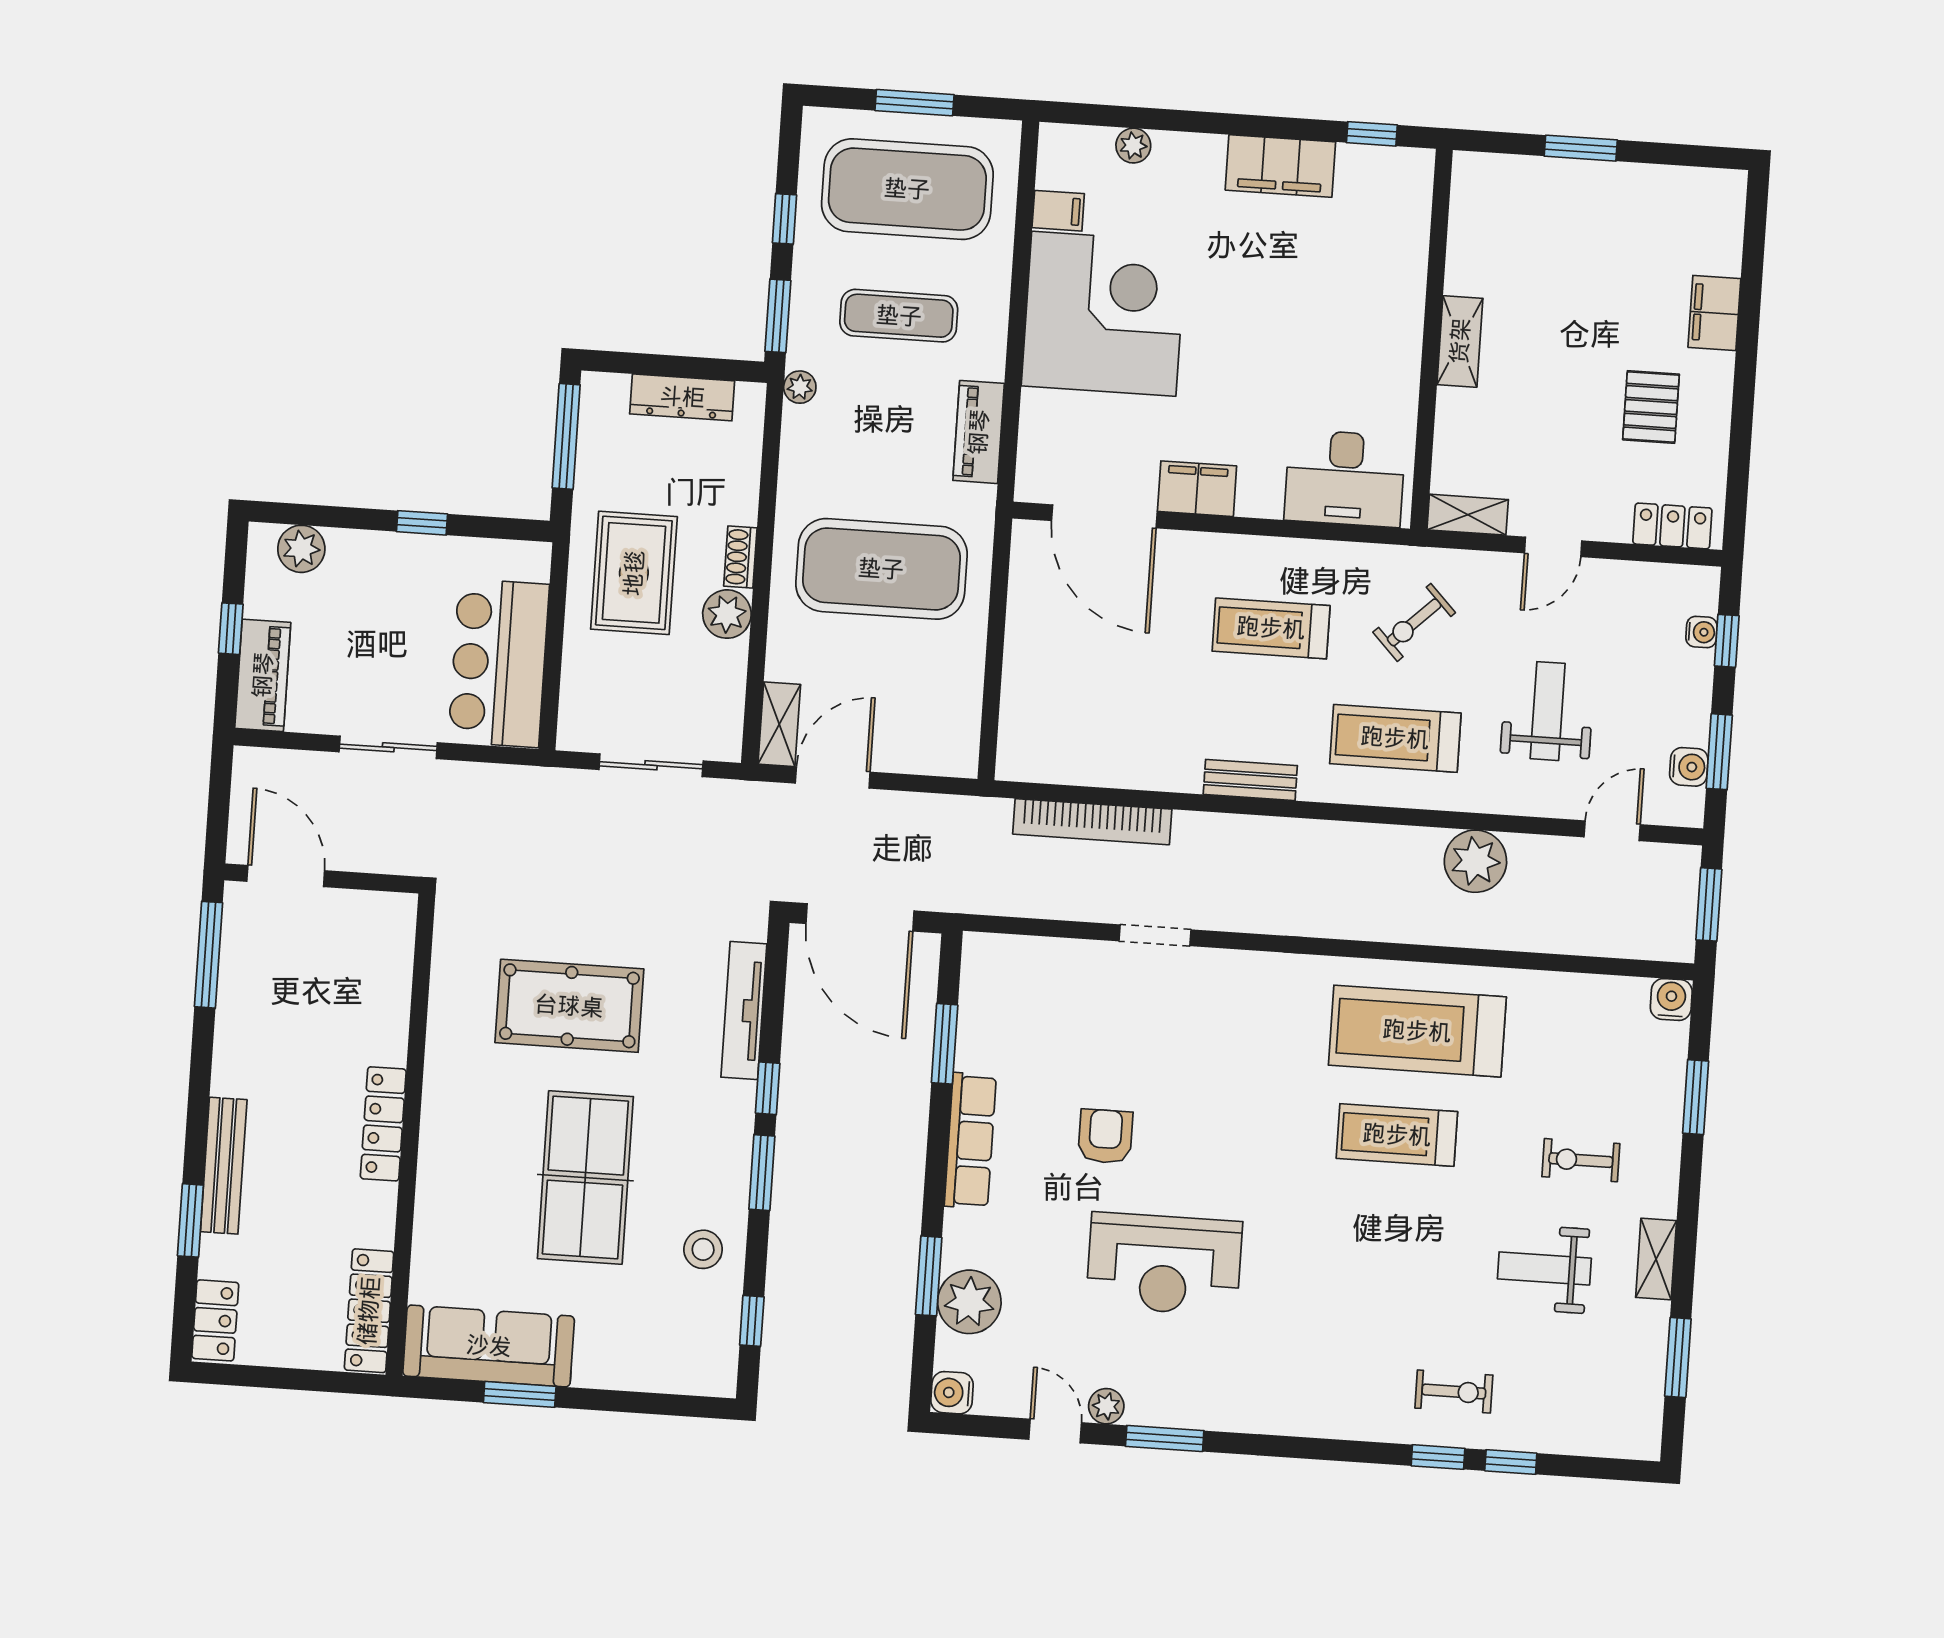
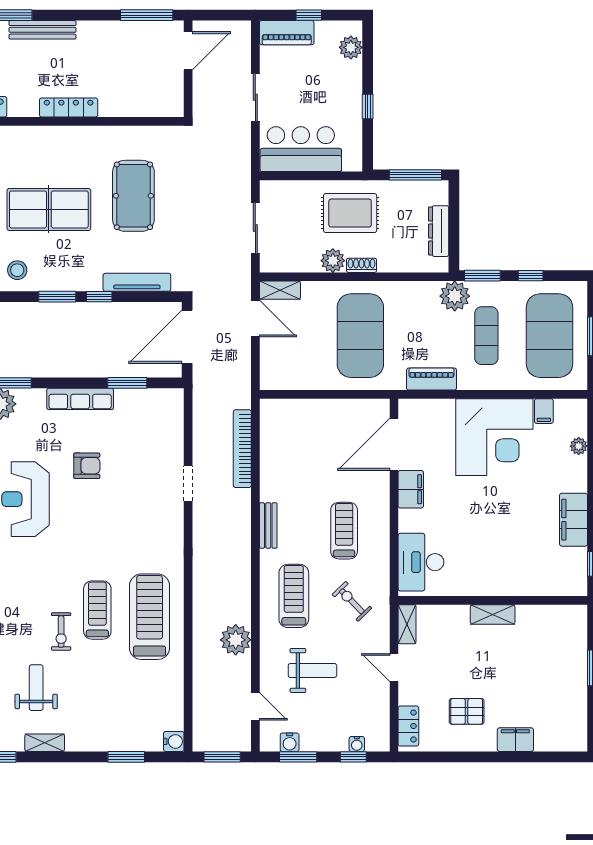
plant: (800, 387) -> (455, 296), width x1.88, depth x1.88
exercise bike: (1581, 1160) -> (61, 632), moved, turned 180

